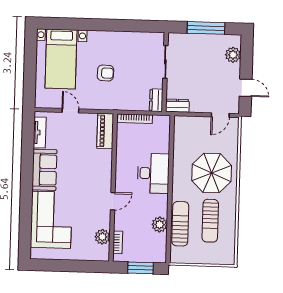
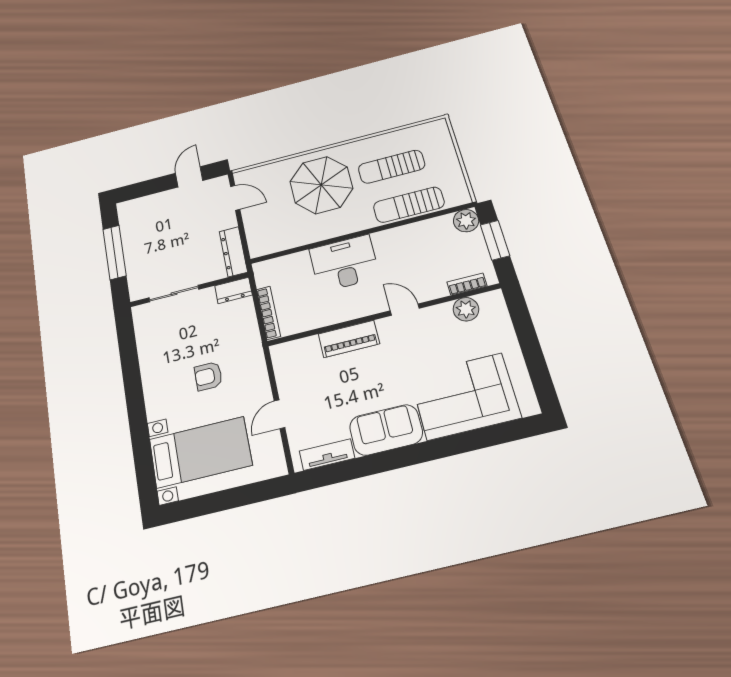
plant: (233, 55) -> (146, 206), removed
armchair: (105, 73) -> (208, 376), turned -92
dresser: (177, 106) -> (233, 252), width x1.44
piano: (105, 131) -> (349, 339), moved
sun lounger: (210, 221) -> (392, 167), turned 180
plant: (160, 225) -> (466, 221), moved

